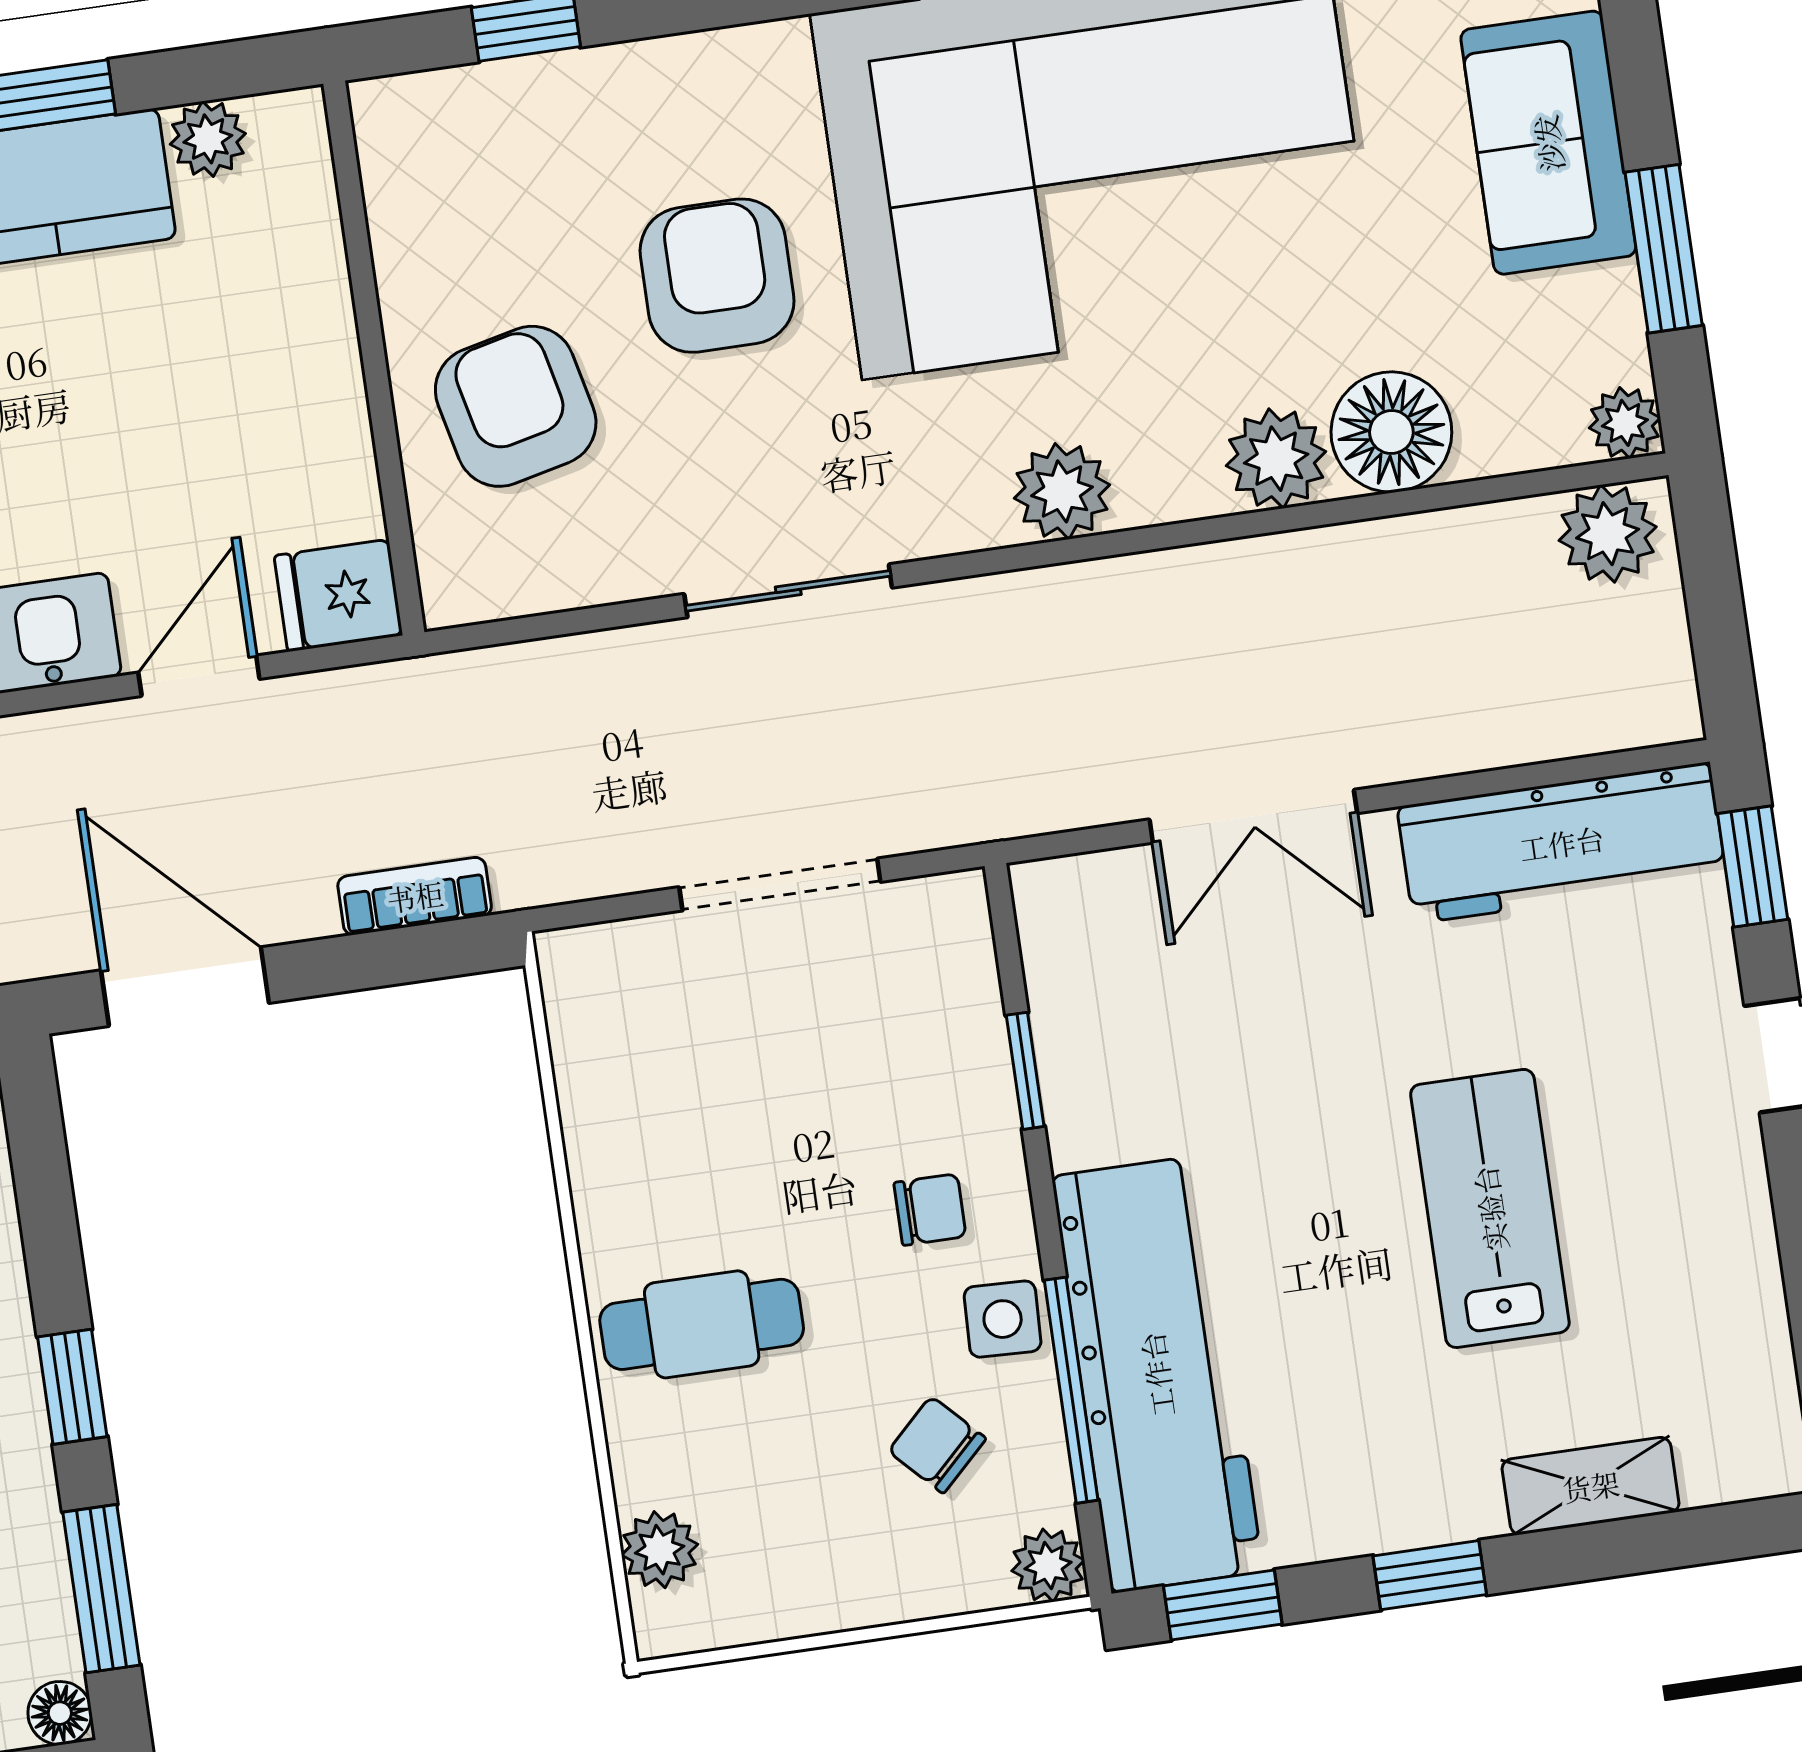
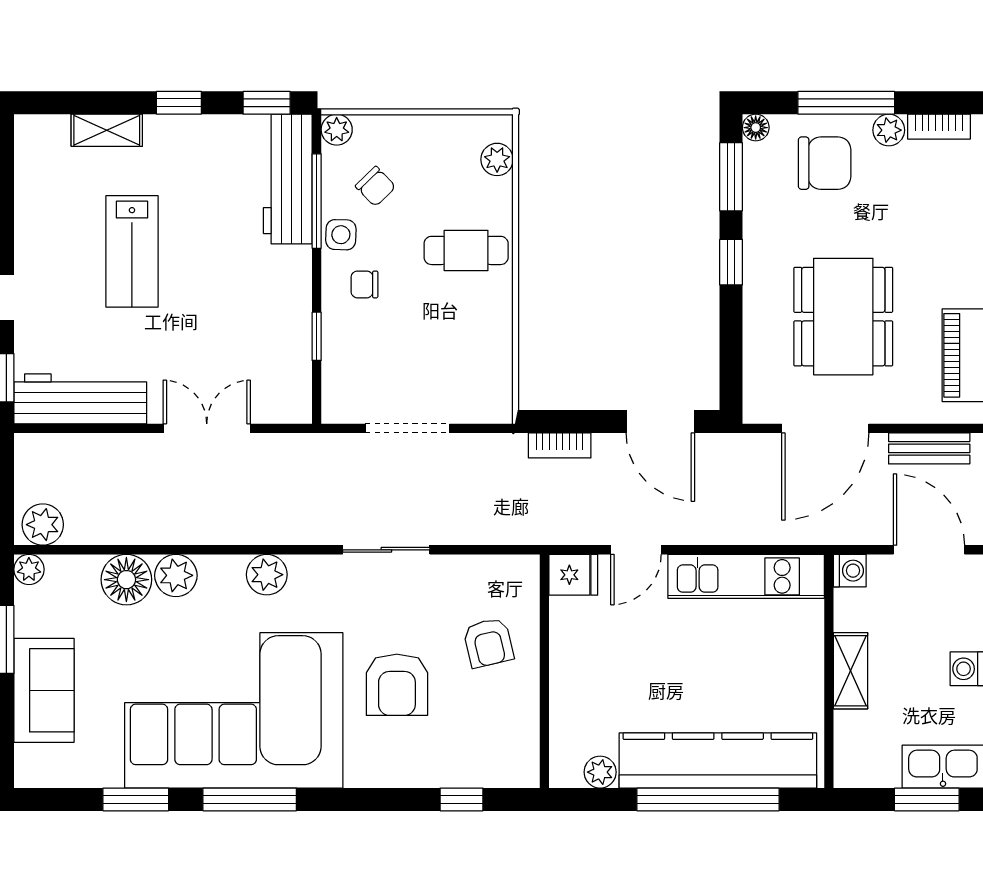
armchair: (516, 406) -> (488, 643), width x0.72, depth x0.72
workbench: (1157, 1374) -> (288, 179), width x0.73, depth x0.76

